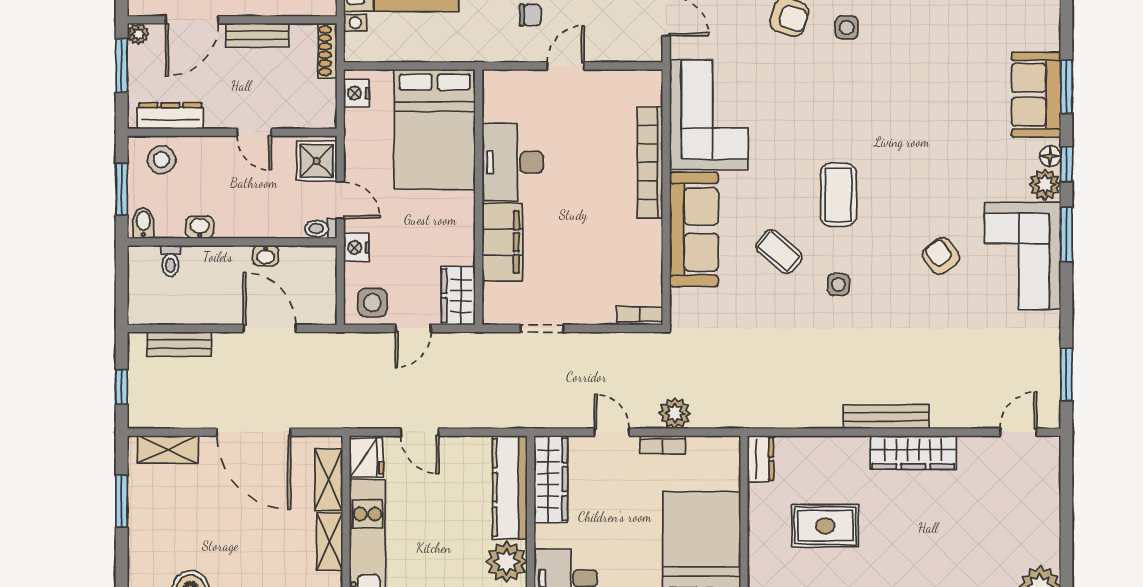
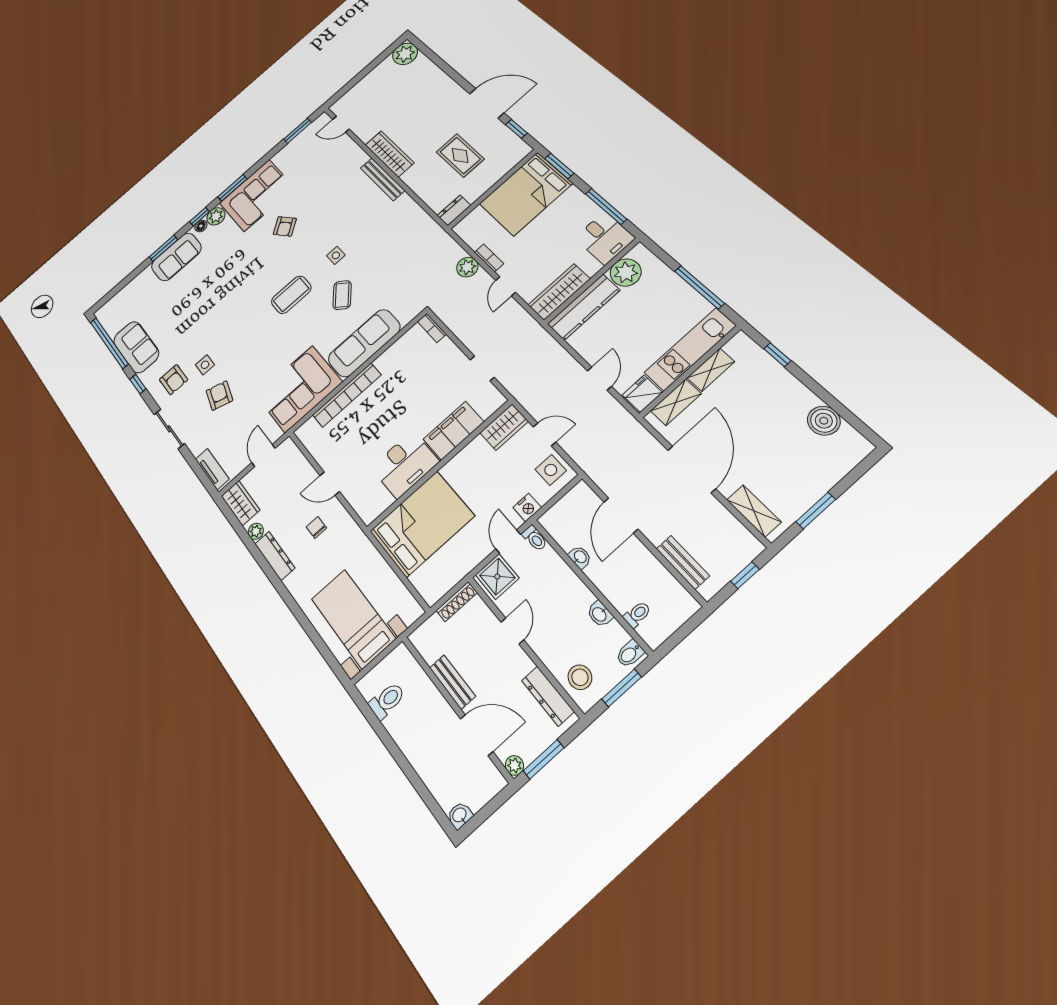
shoe rack: (327, 51) -> (457, 602), moved
nightstand: (356, 93) -> (438, 588), removed

